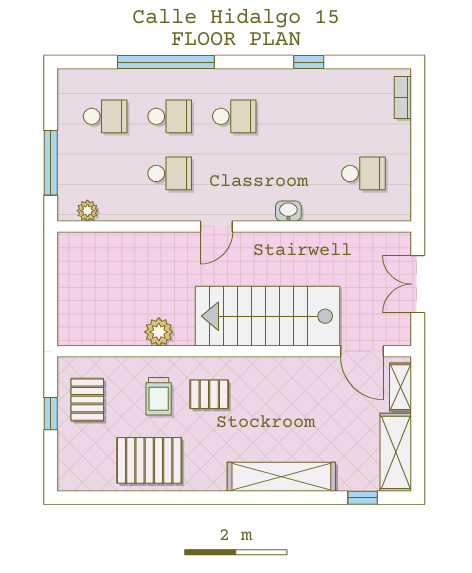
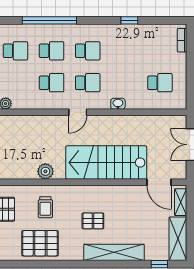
school desk: (234, 173) -> (88, 83), added
pallet: (209, 394) -> (93, 221), moved

